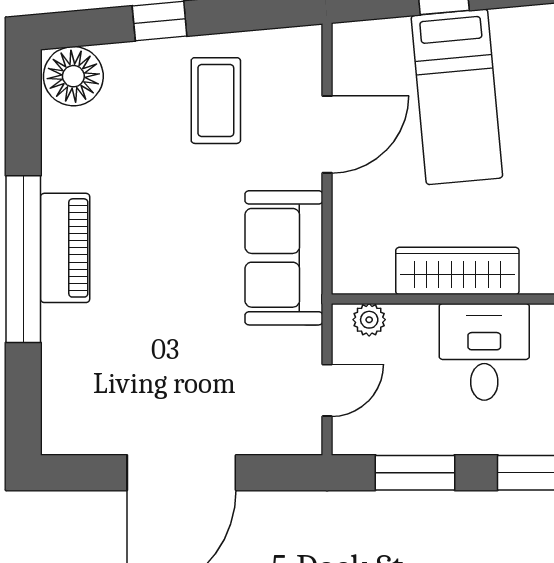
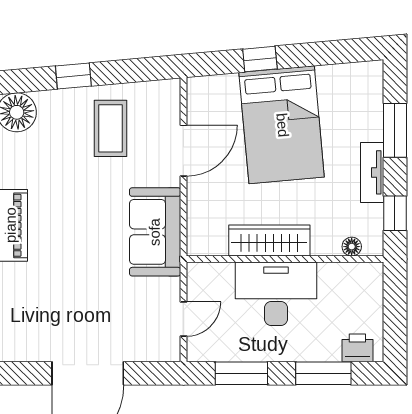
bed: (457, 97) -> (282, 125), width x1.50
plant: (369, 320) -> (211, 273), removed
desk: (484, 352) -> (276, 294), width x1.37

